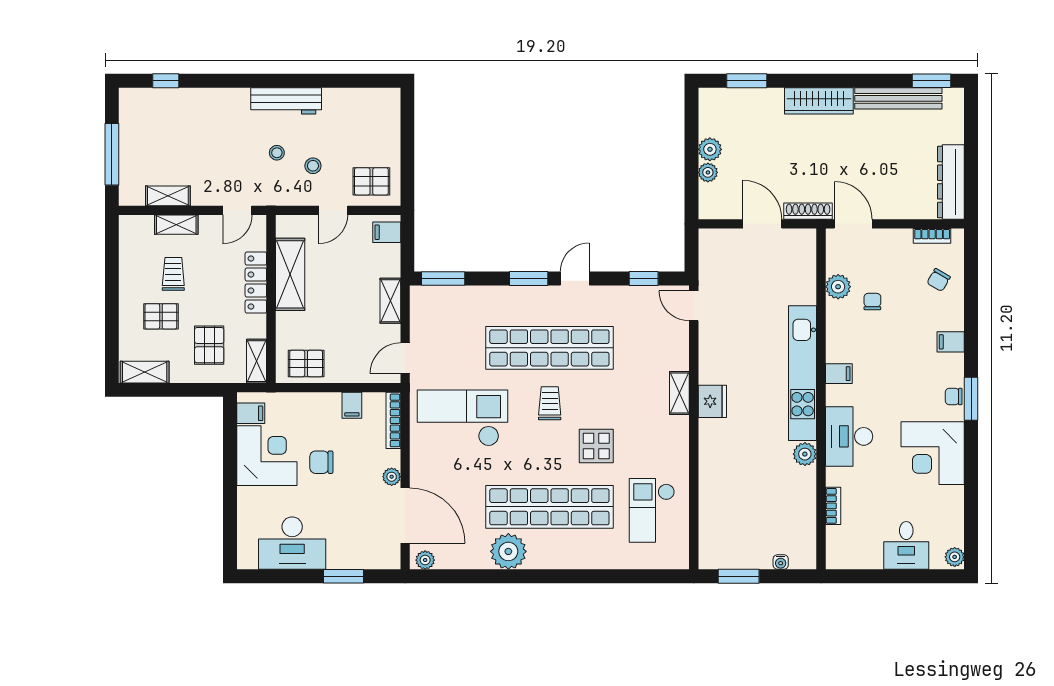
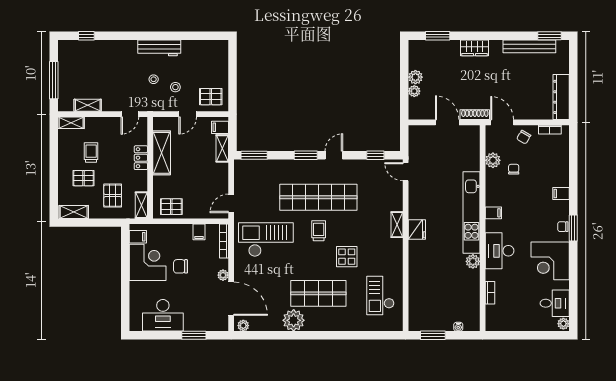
wardrobe: (819, 101) -> (474, 48), width x0.67
shelving: (176, 225) -> (71, 123), moved
chair: (939, 280) -> (524, 137), moved
locker: (256, 283) -> (141, 158), width x0.66
shelving: (390, 301) -> (222, 148), moved
shop shelf: (549, 507) -> (318, 293), width x0.71
desk: (906, 545) -> (555, 303), moved, turned -90

